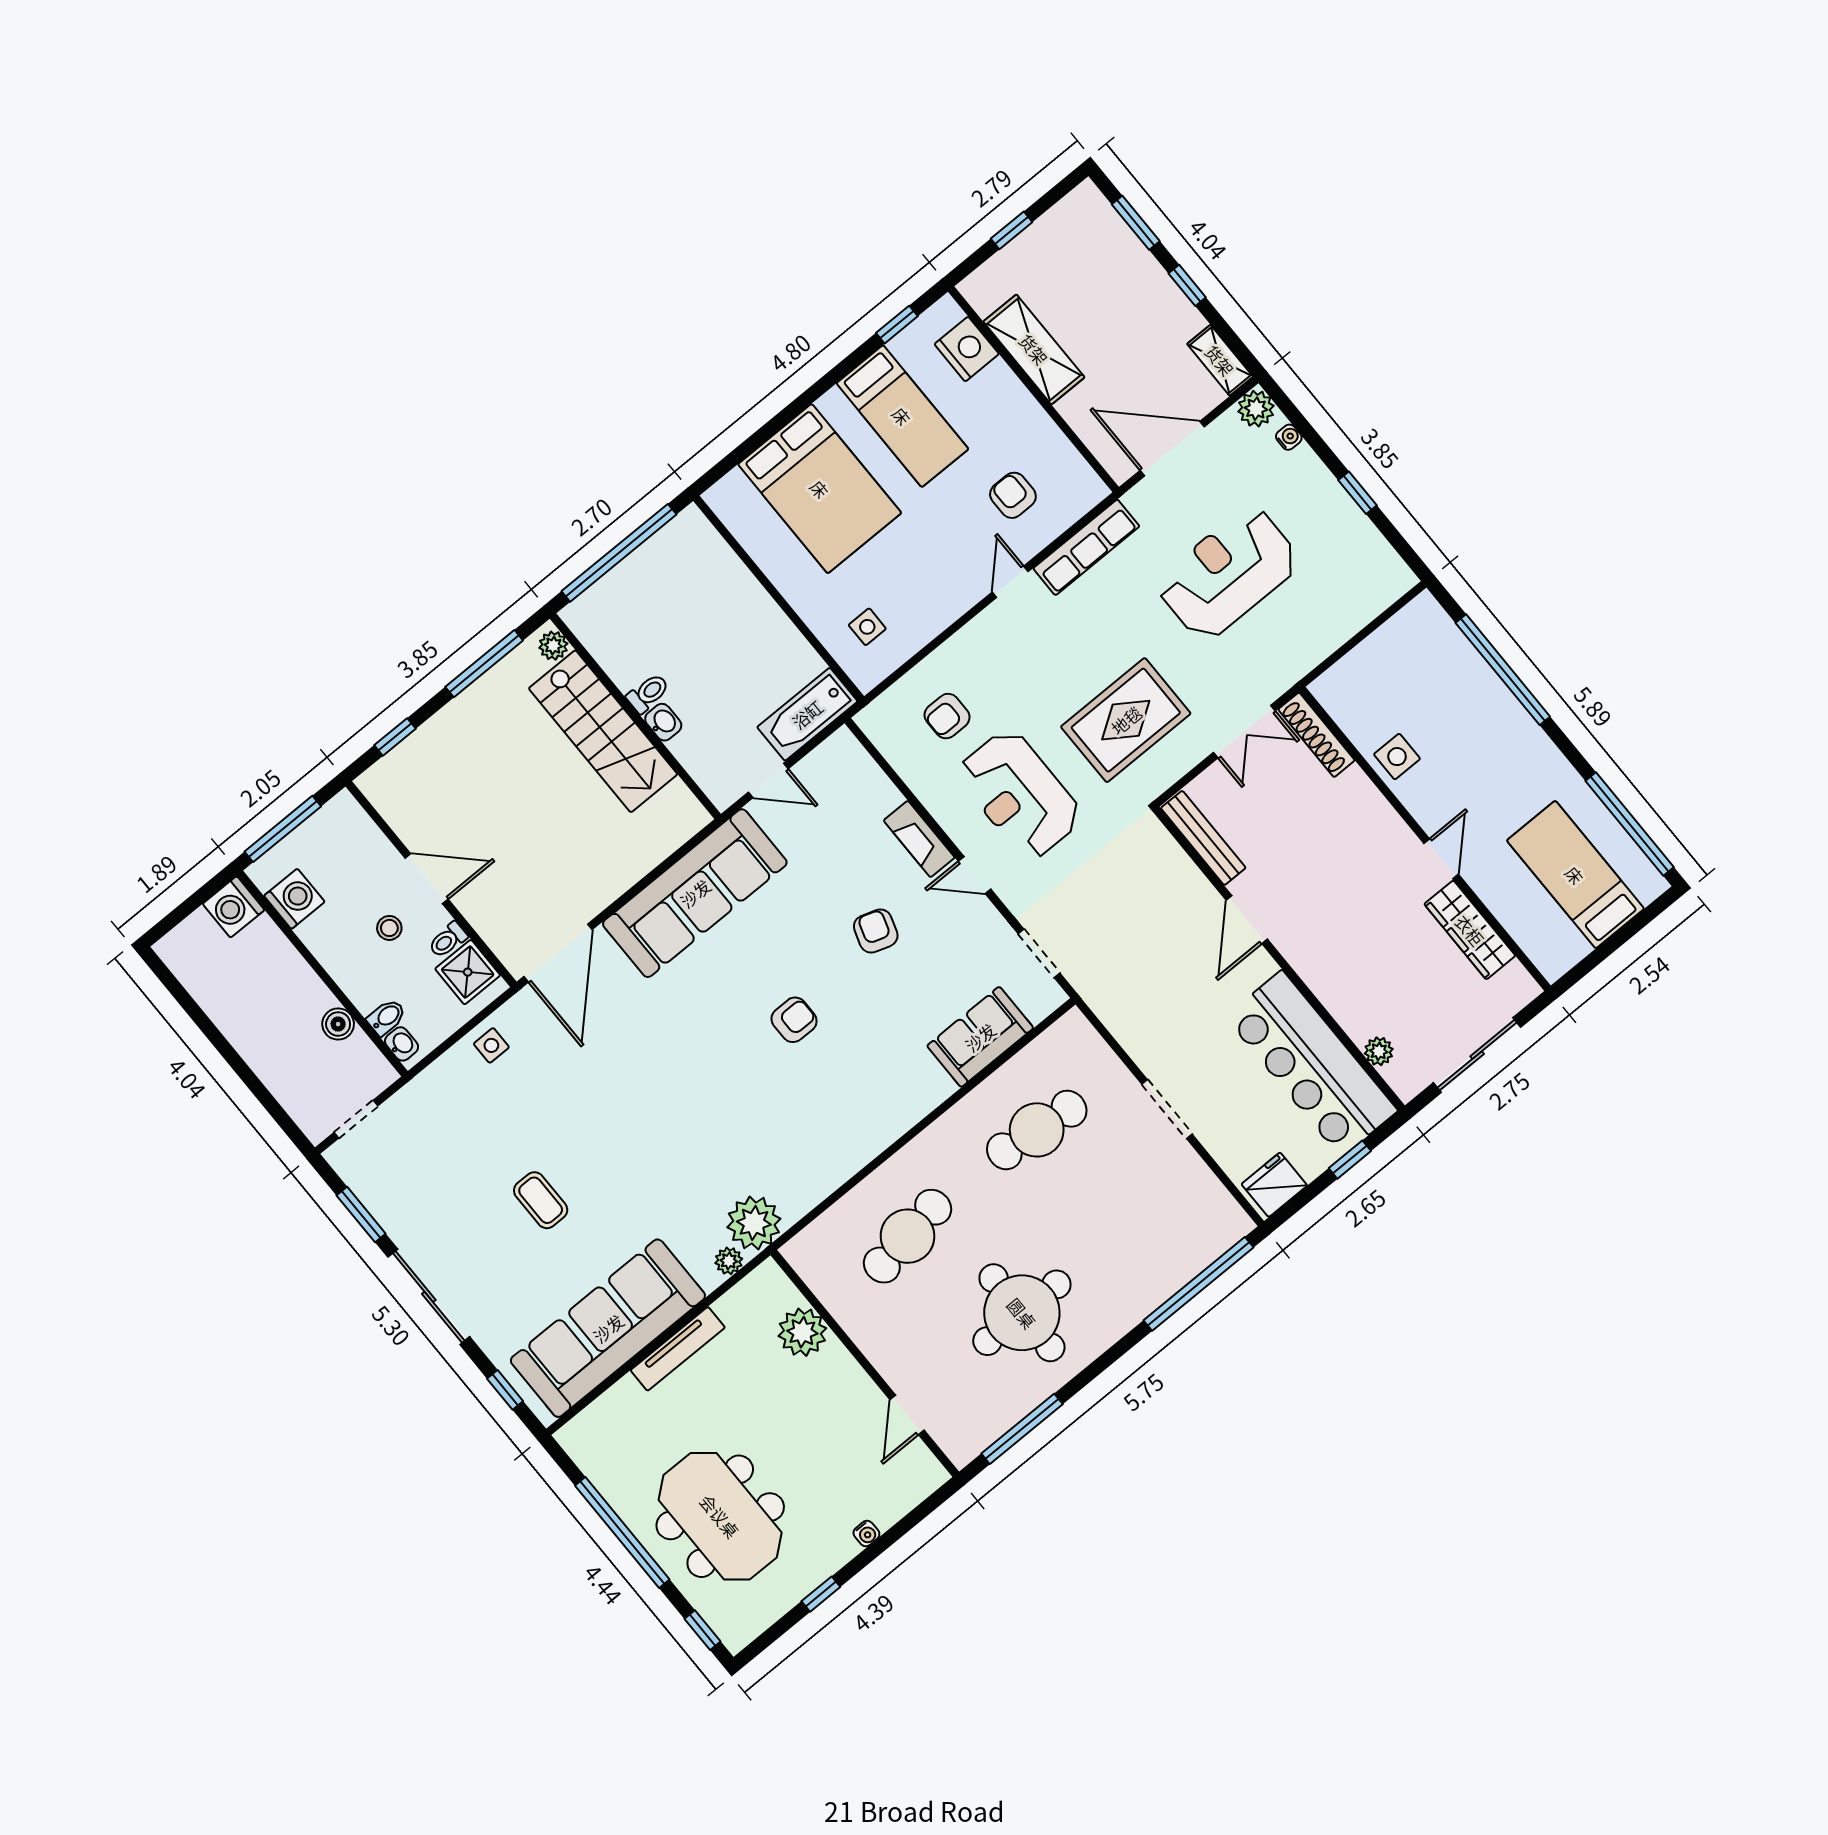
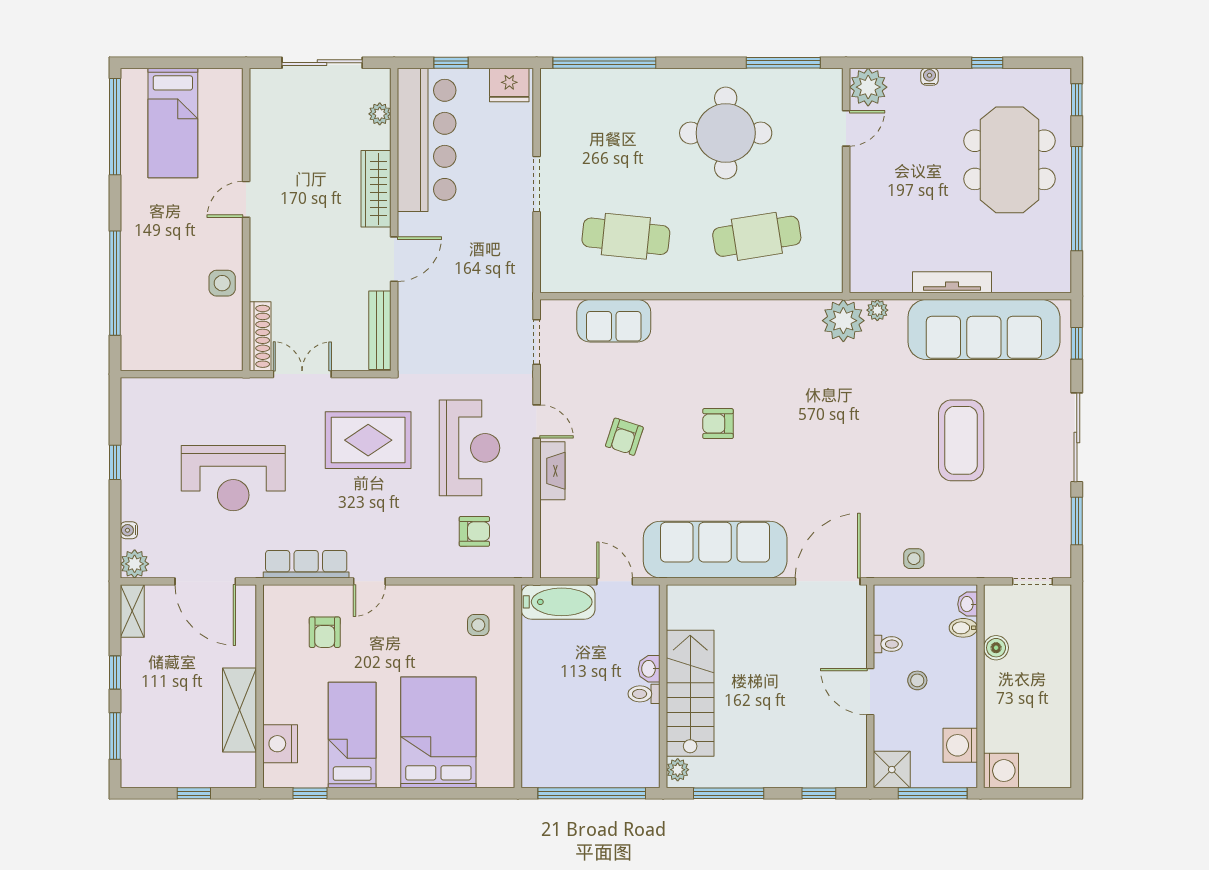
wardrobe: (1470, 930) -> (376, 189), moved, turned 180
shower: (468, 972) -> (892, 770), moved
coffee table: (541, 1200) -> (961, 440), width x1.86, depth x1.72
plant: (802, 1332) -> (868, 87), moved

